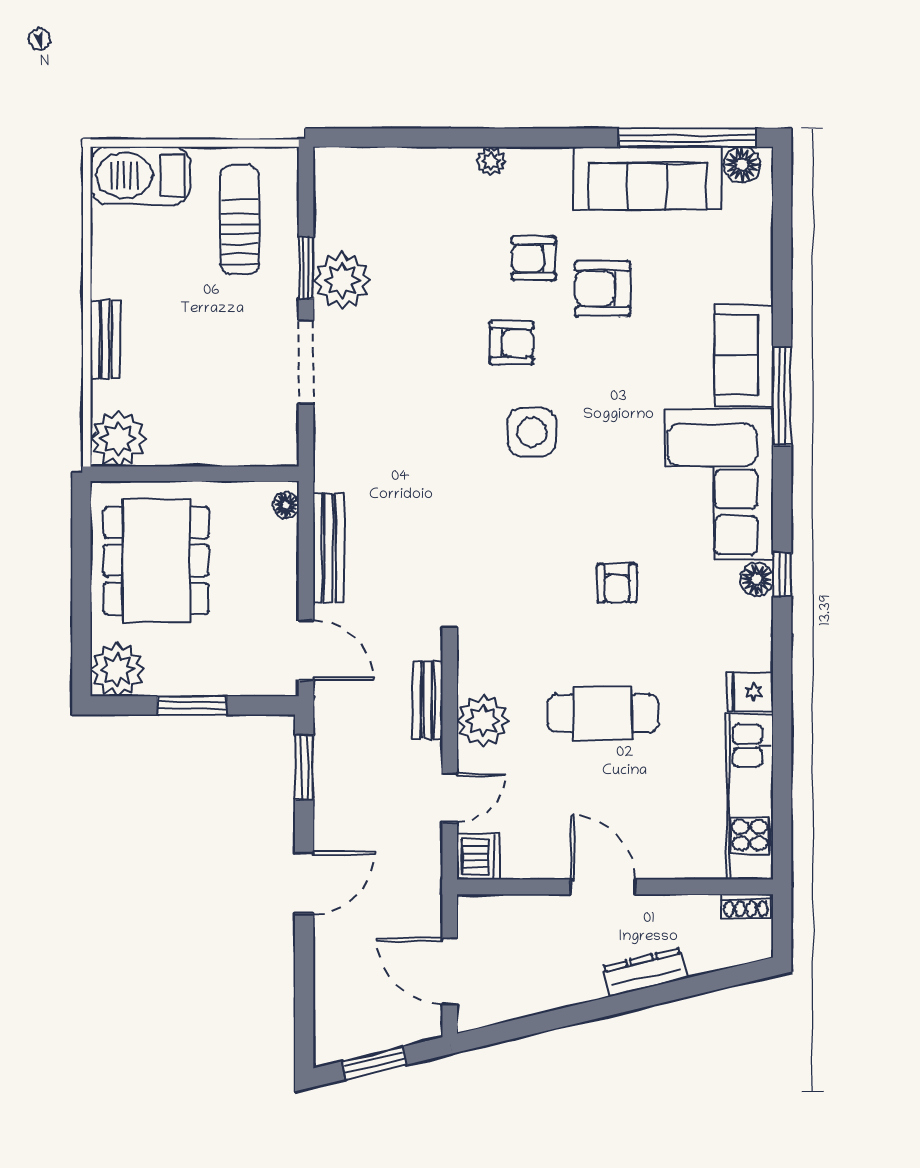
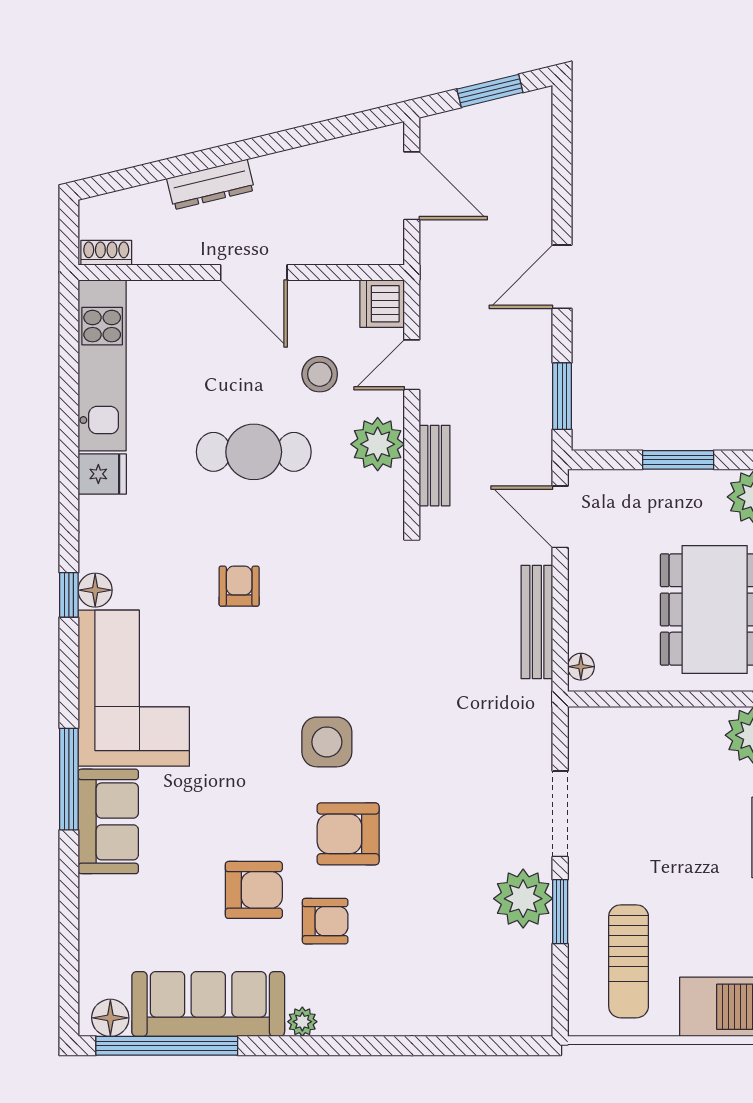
plant: (491, 161) -> (302, 1022), moved
armchair: (511, 343) -> (348, 834), width x1.38, depth x1.38
stool: (539, 788) -> (320, 374), added

